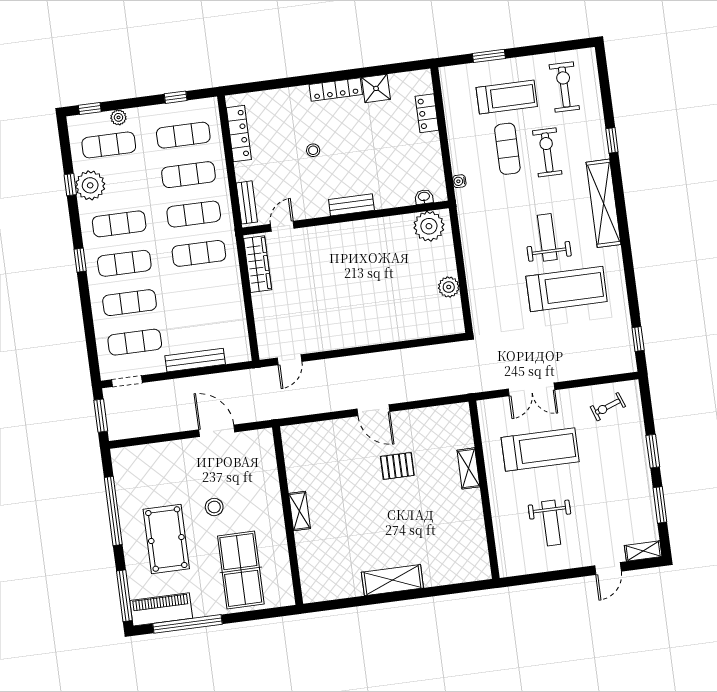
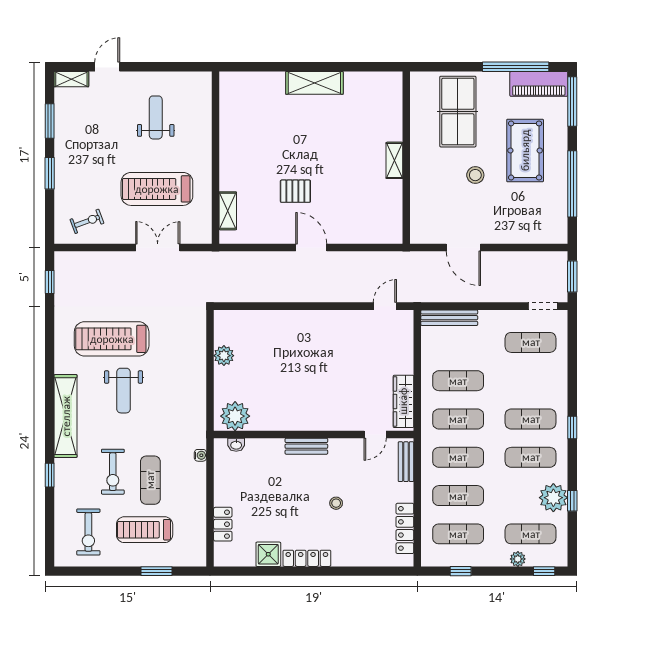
exercise mat: (130, 303) -> (458, 381), moved
bench: (195, 360) -> (449, 318), moved
shelving: (468, 468) -> (228, 211), moved

